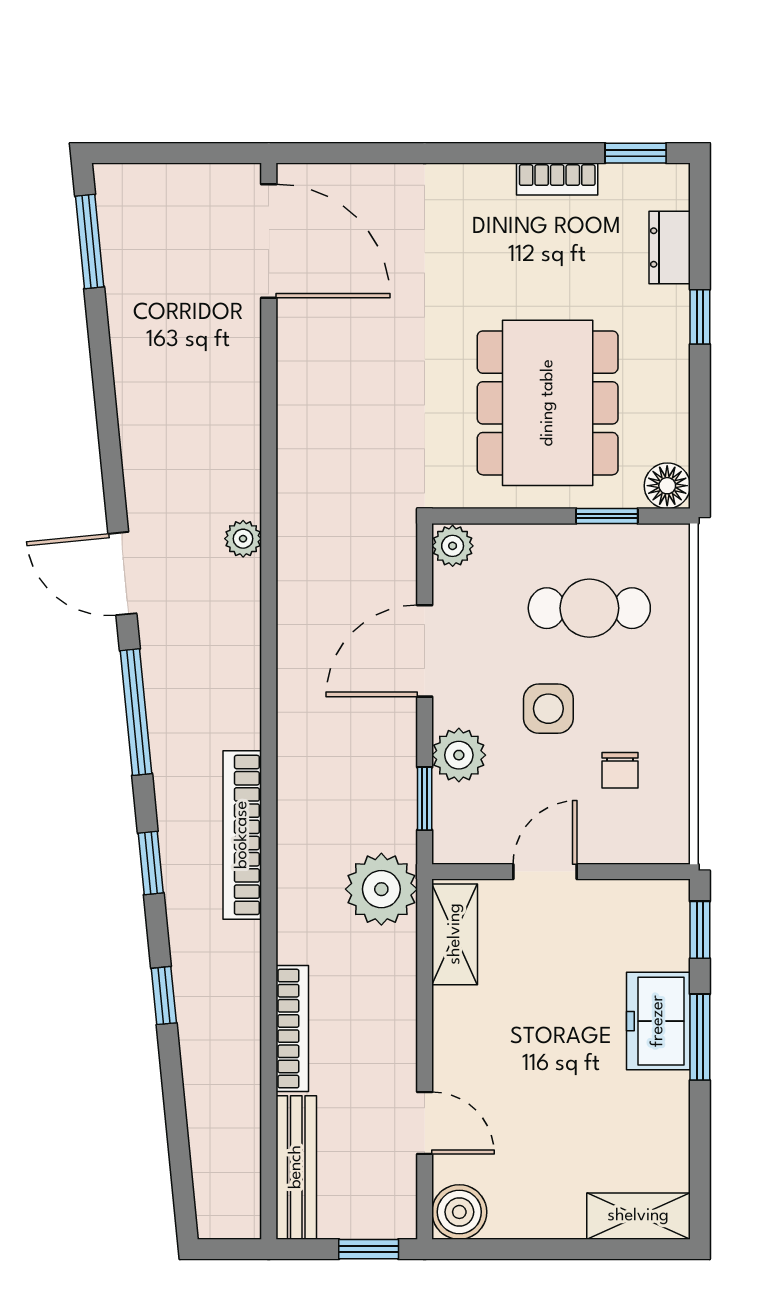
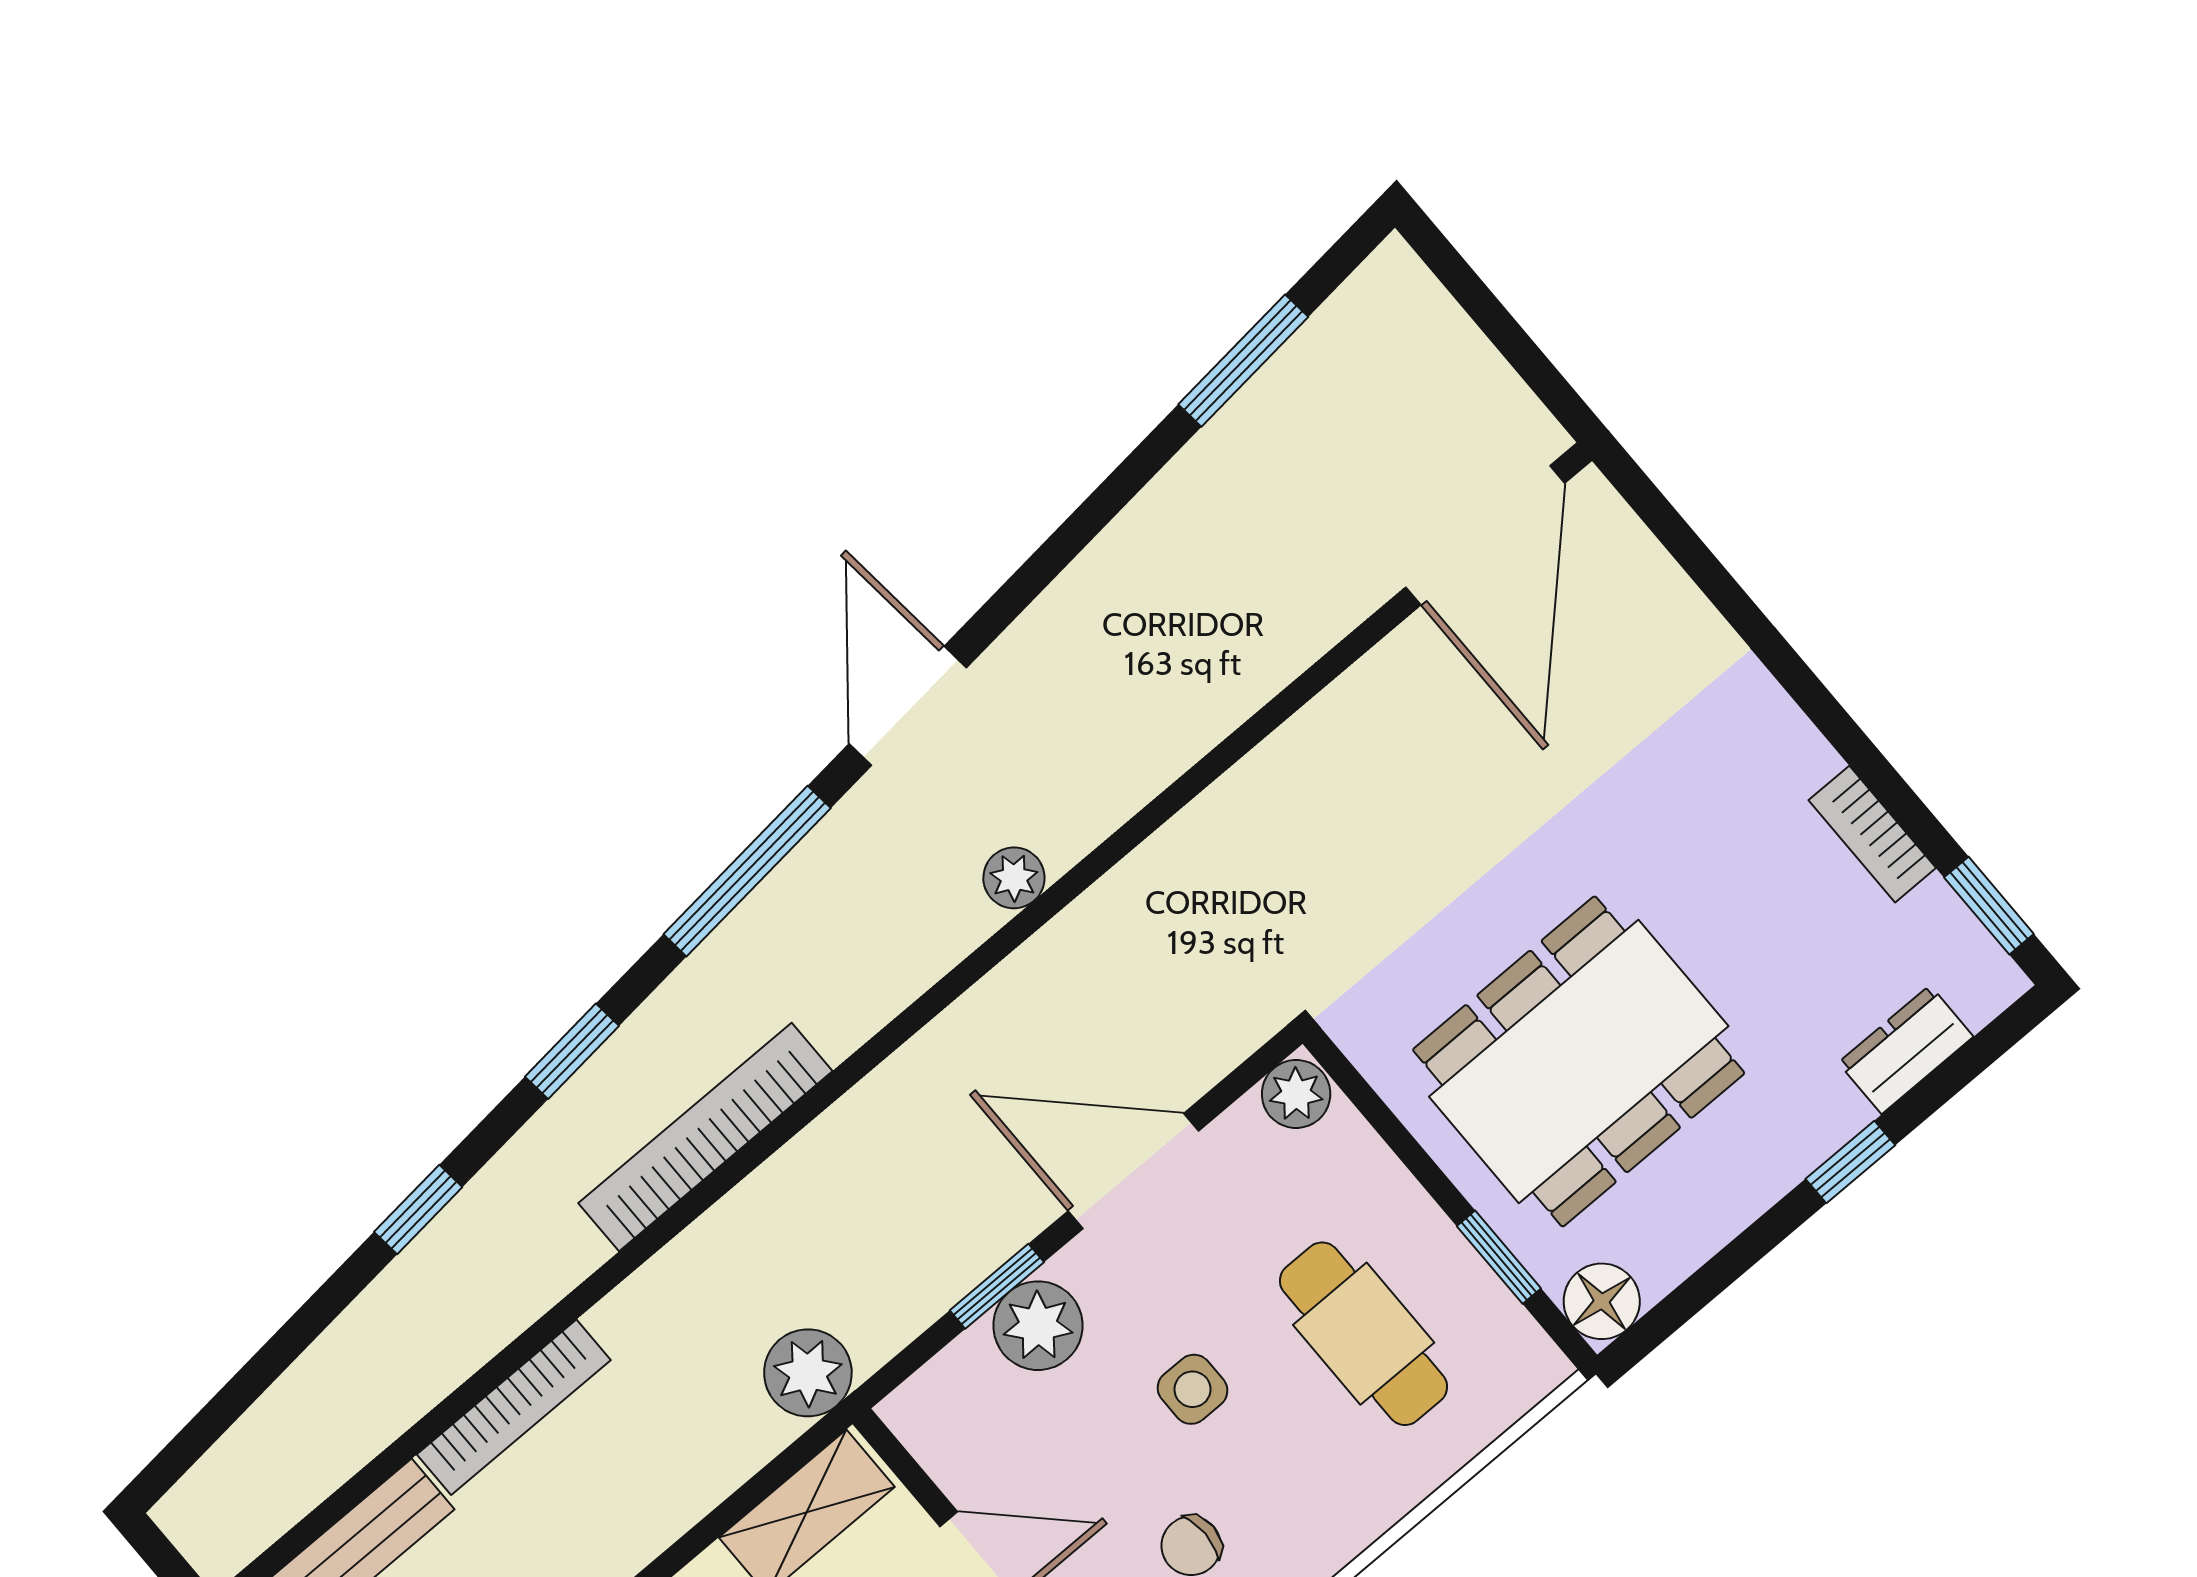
window: (90, 242) -> (1243, 361), moved
plant: (243, 539) -> (1014, 878), moved
side table: (548, 709) -> (1193, 1389), width x0.73, depth x0.73
window: (425, 799) -> (997, 1286), moved
plant: (381, 889) -> (808, 1373), width x0.73, depth x0.73

